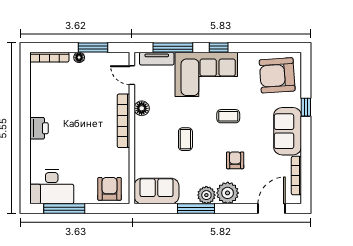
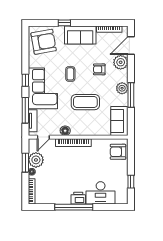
plant: (97, 64) -> (36, 160), added
armchair: (277, 75) -> (44, 42), turned -96
window: (25, 121) -> (74, 207), added
coffee table: (185, 139) -> (85, 102), width x1.86, depth x1.72
desk: (52, 187) -> (101, 193), moved, turned 90
plant: (228, 193) -> (121, 62), moved
window: (64, 209) -> (131, 182), width x0.46
door: (271, 209) -> (131, 46), hinge flipped

